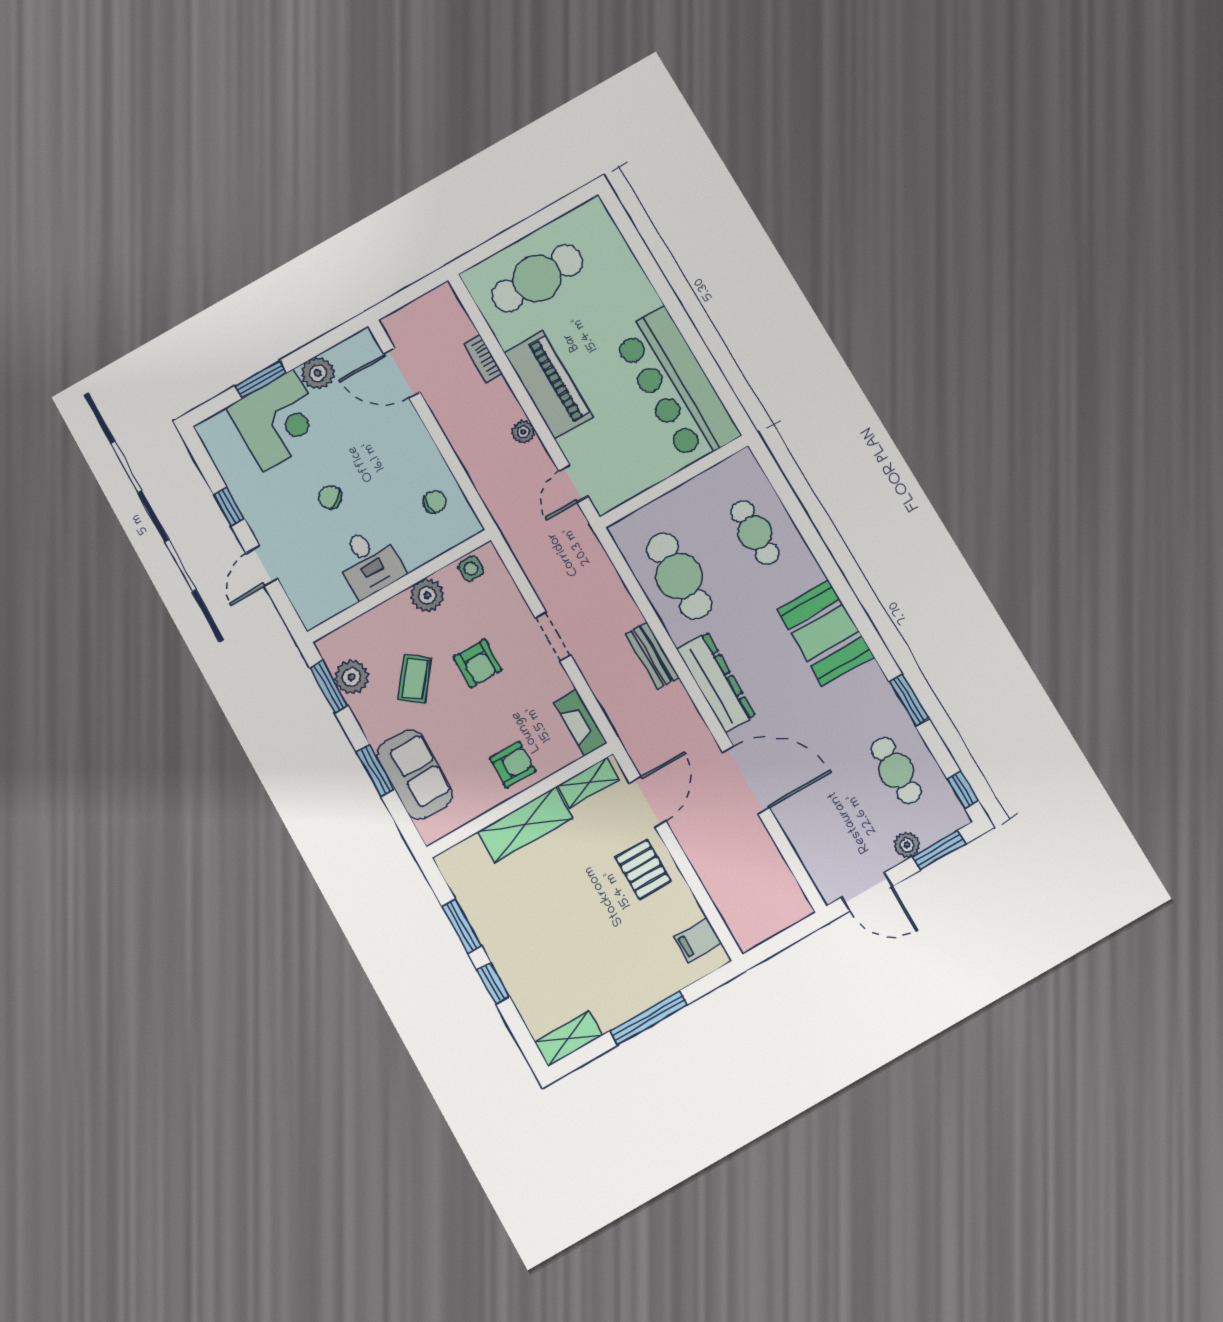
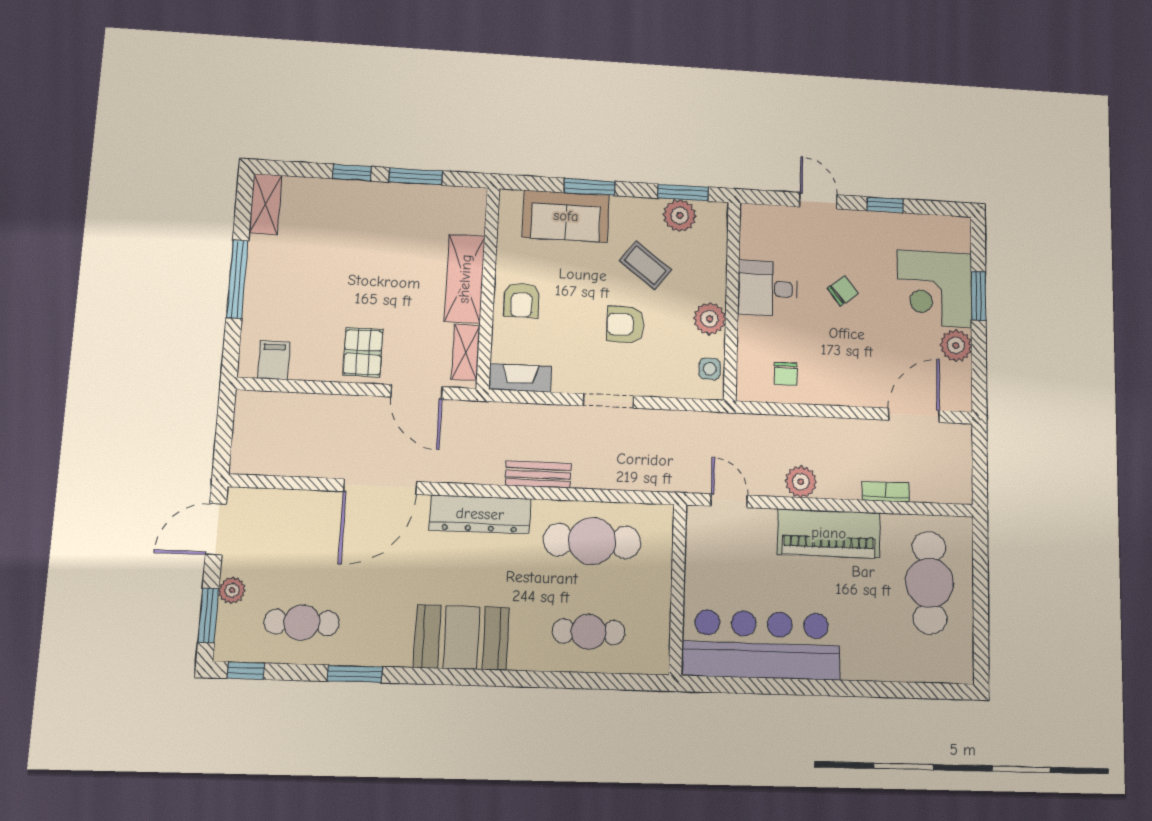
plant: (523, 432) -> (801, 482), width x1.38, depth x1.38
pallet: (643, 869) -> (363, 352), turned 90

